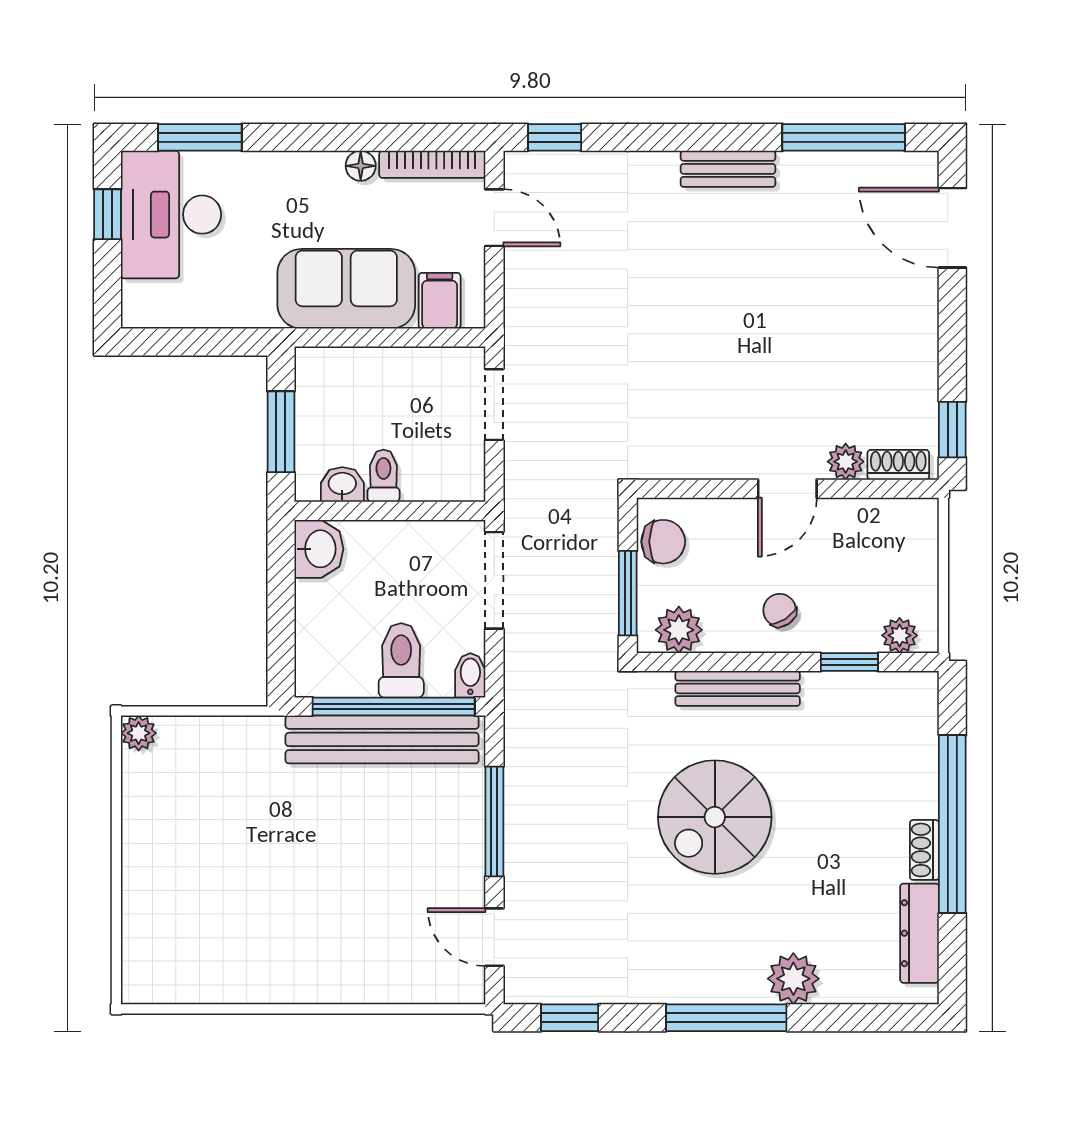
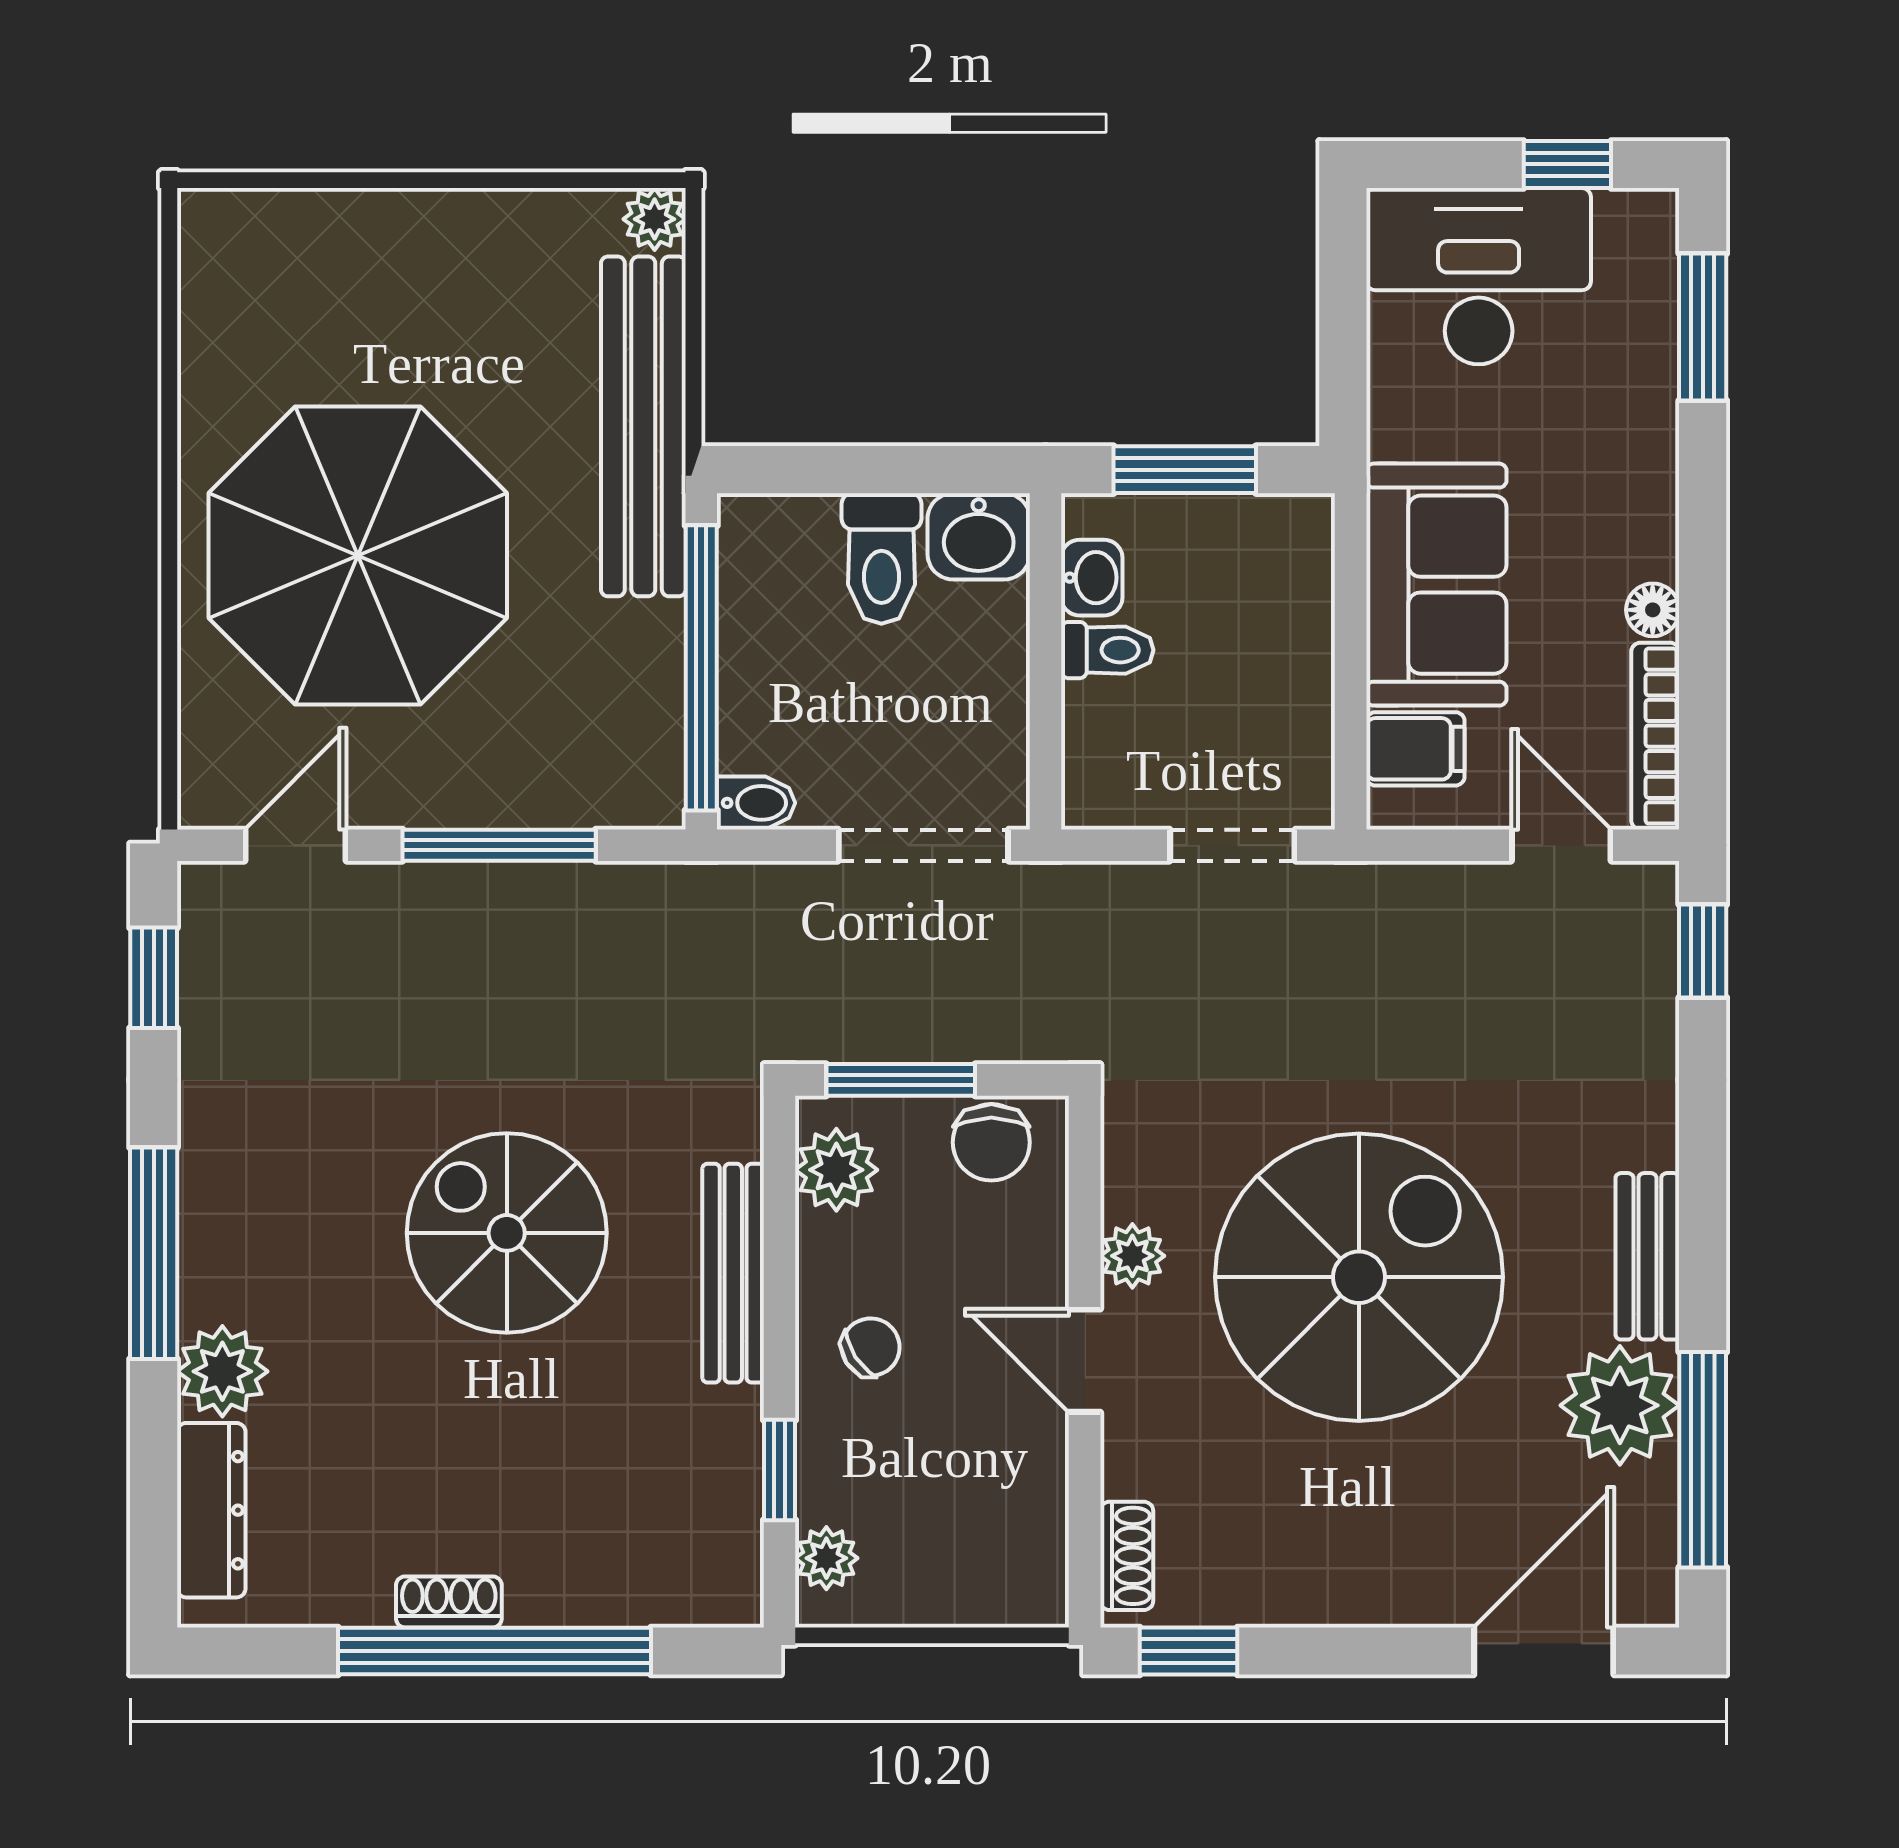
plant: (813, 185) -> (1620, 1405), added
desk: (171, 215) -> (1479, 276), moved
door: (494, 218) -> (1561, 845), swing flipped
spiral stairs: (740, 333) -> (1359, 1277), added
plant: (846, 462) -> (1132, 1256), moved
toilet: (401, 660) -> (881, 559), moved, turned 90
bench: (382, 739) -> (643, 426), moved
parasol: (330, 902) -> (358, 555), added
dresser: (920, 933) -> (211, 1510), moved, turned 90

